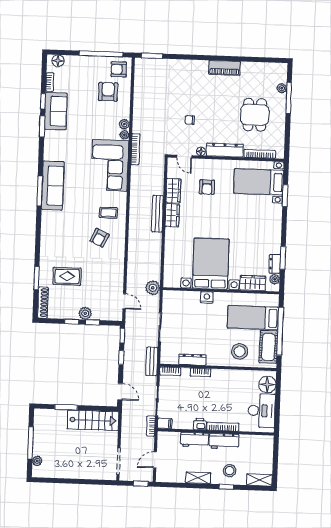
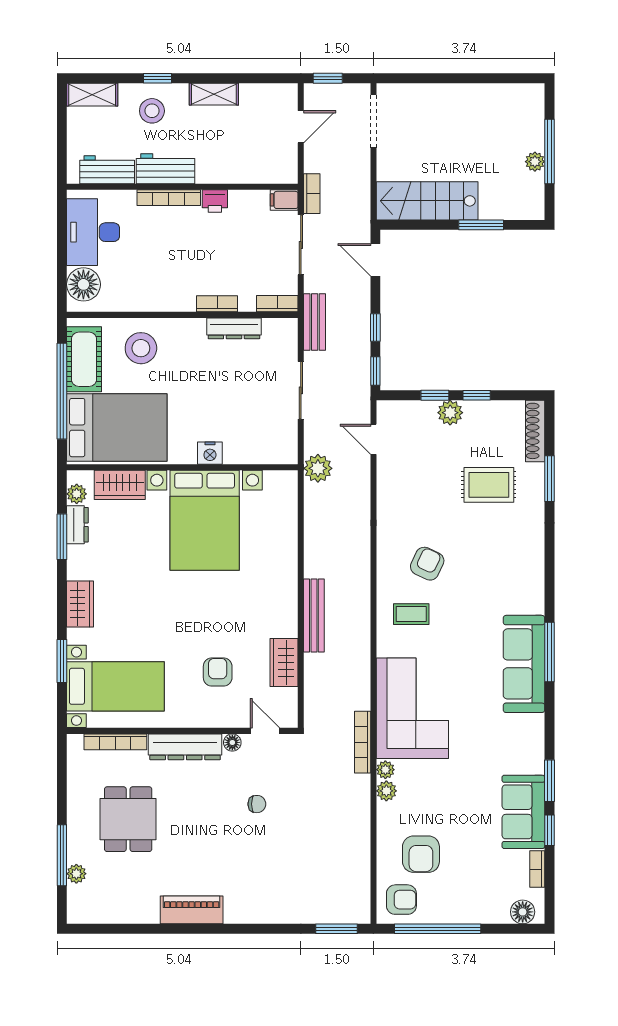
wardrobe: (172, 215) -> (80, 604), moved, turned 180
bed: (253, 318) -> (117, 428), width x1.50
workbench: (195, 440) -> (107, 170), moved
plant: (37, 461) -> (535, 162), moved

